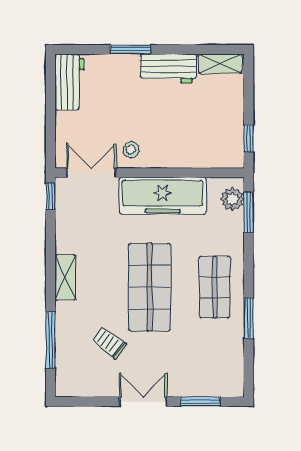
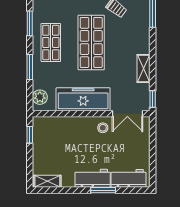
workbench: (169, 68) -> (93, 178), moved
workbench: (69, 82) -> (129, 178), moved, turned 90
window: (249, 212) -> (30, 67), moved
shelving: (65, 277) -> (144, 69), moved

